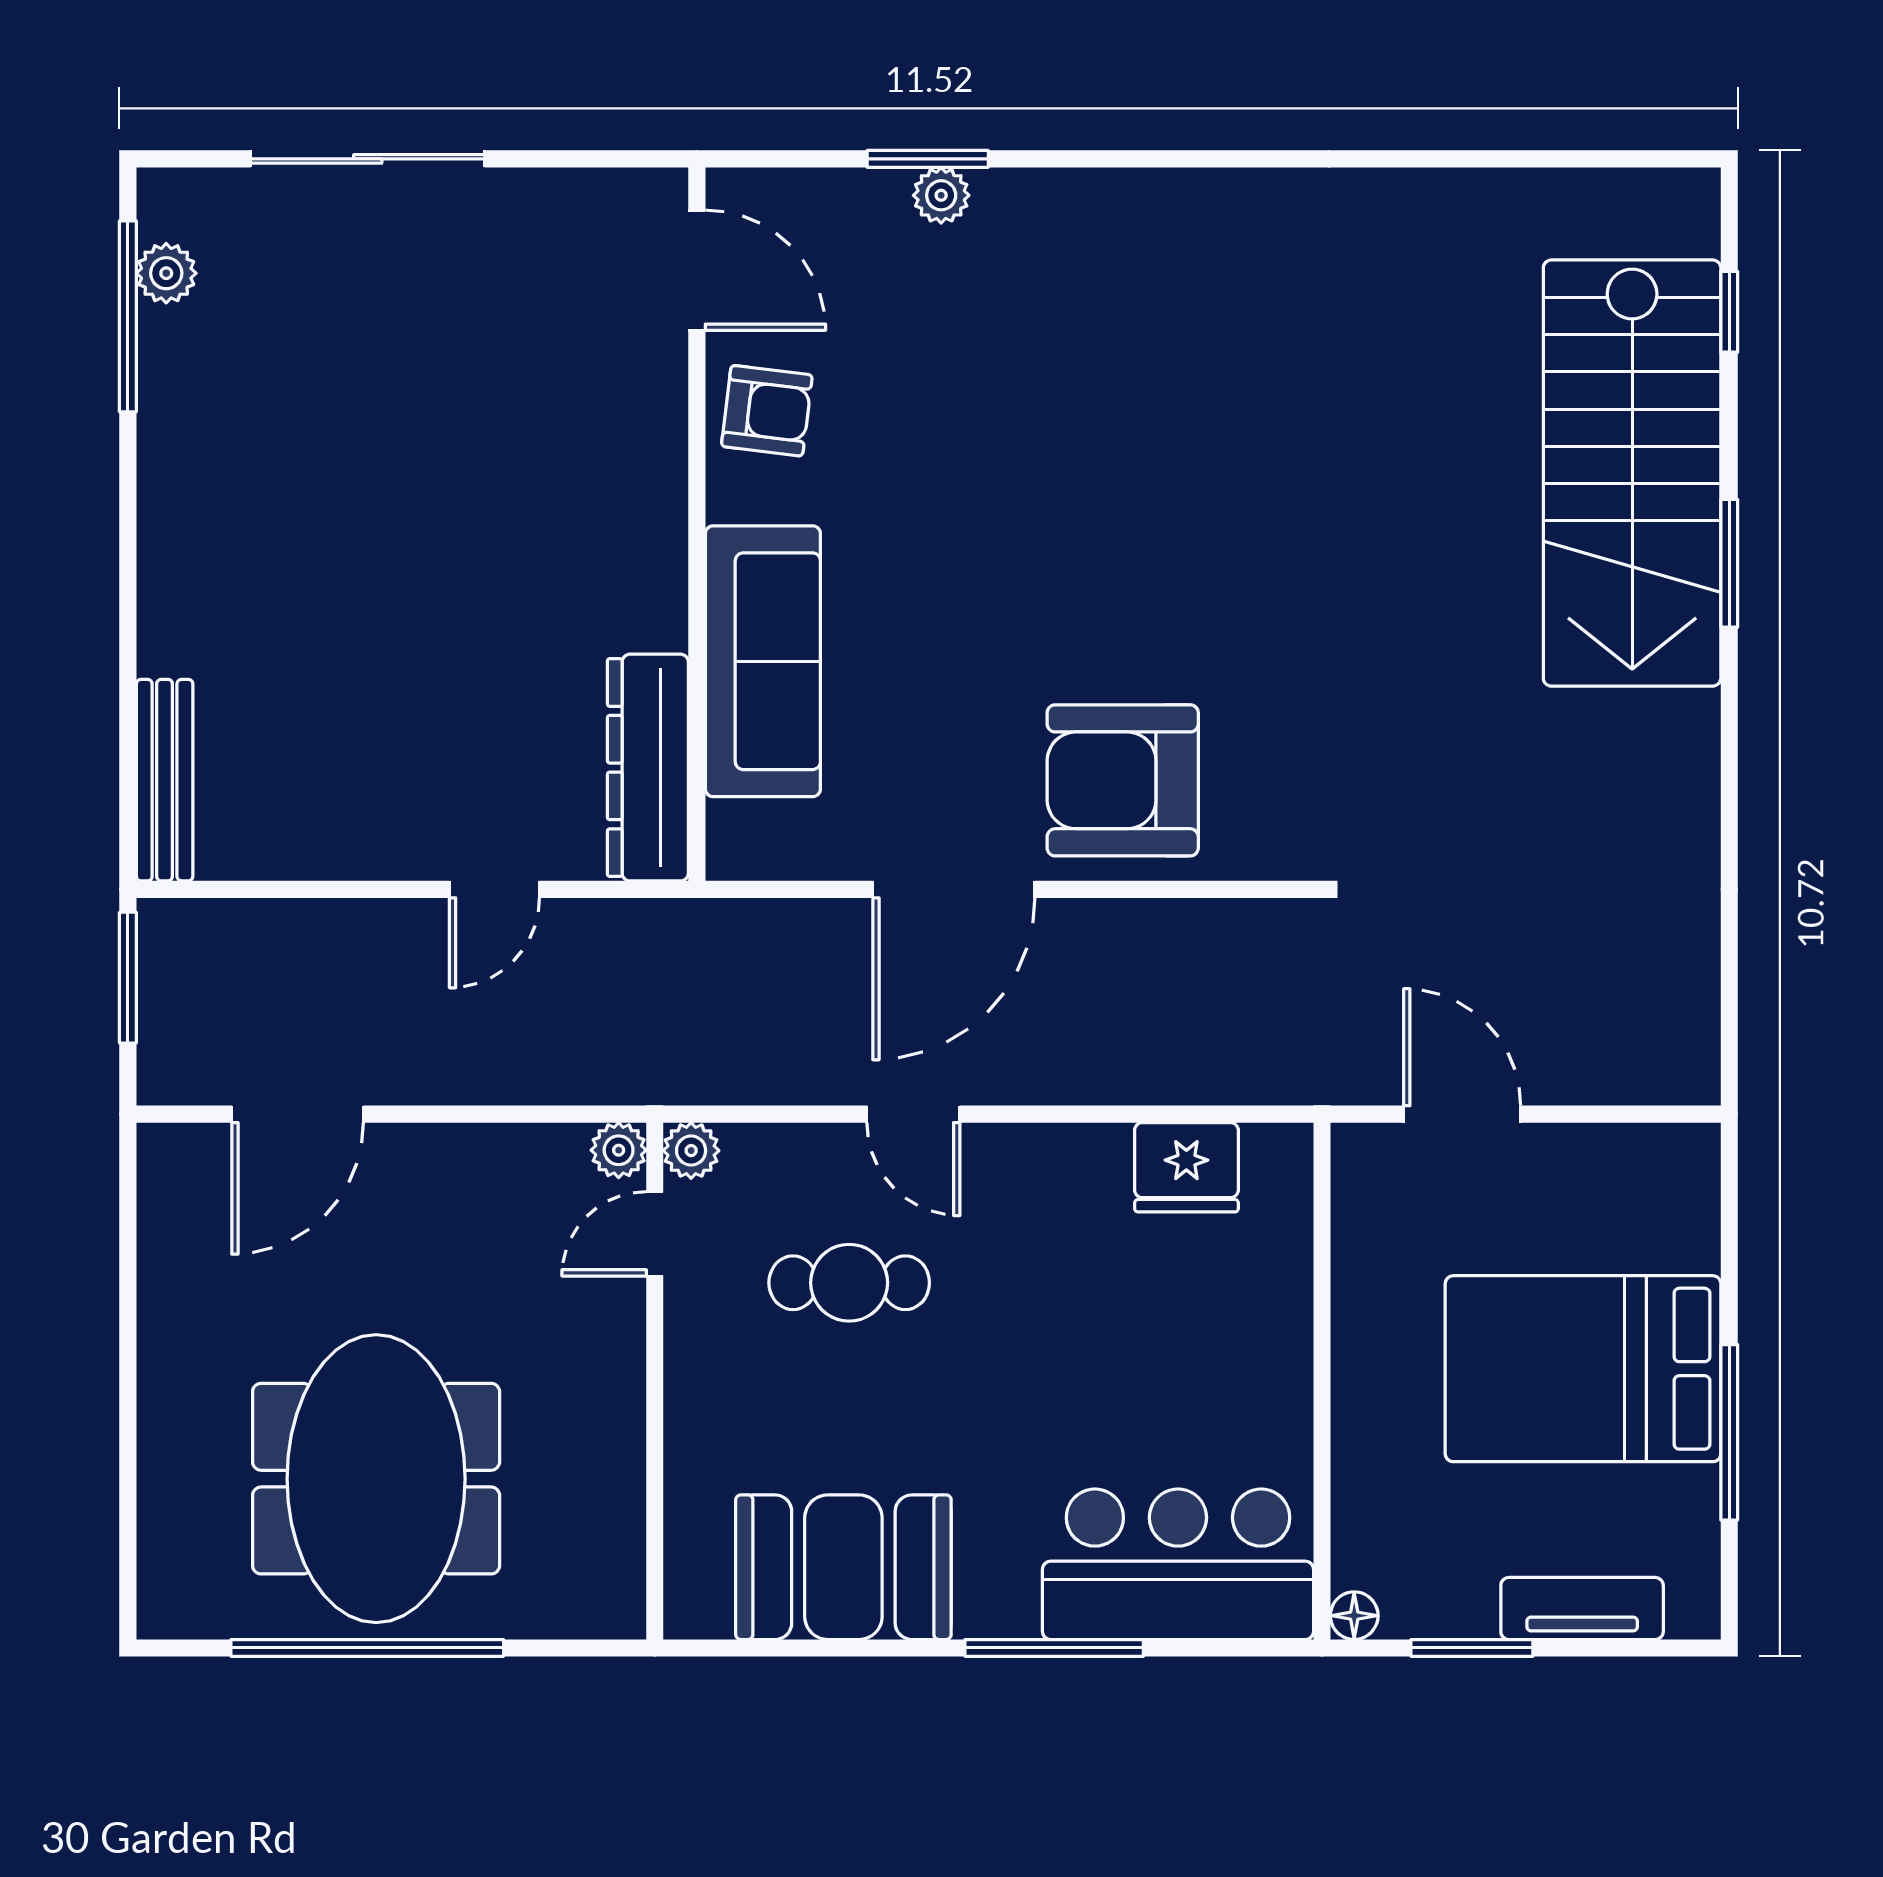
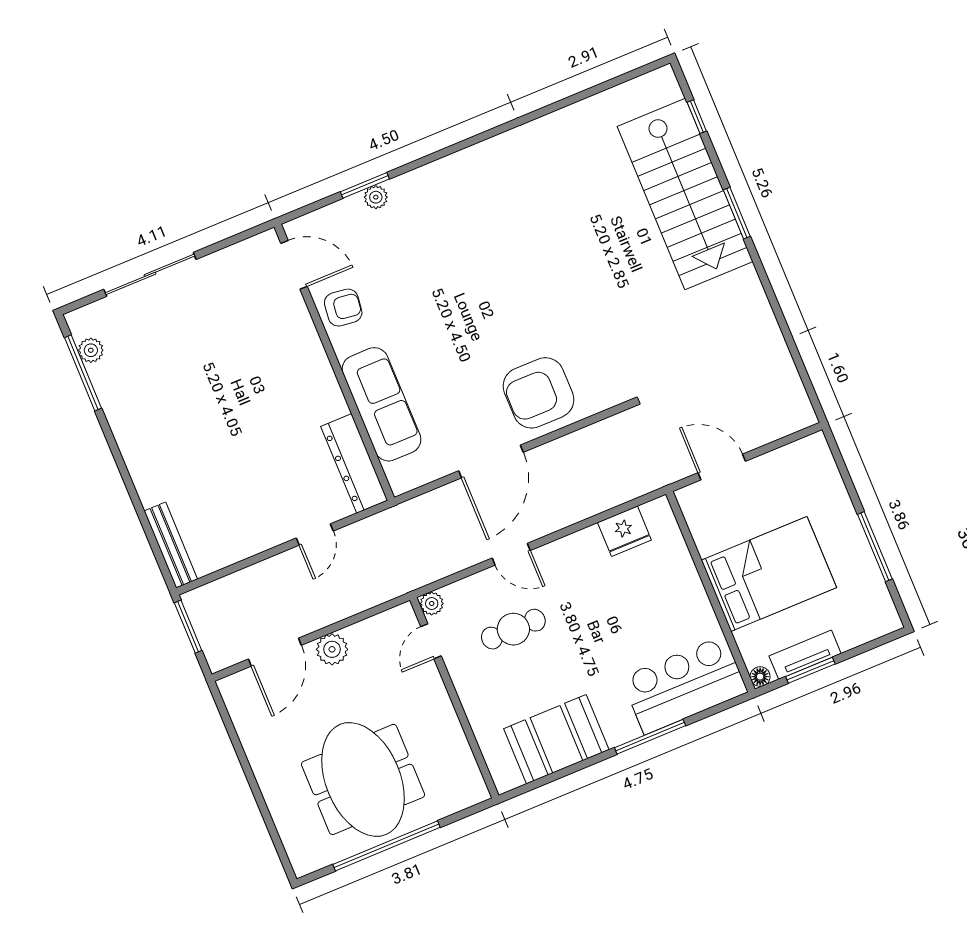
plant: (619, 1150) -> (332, 649), moved, width x1.38, depth x1.38
bed: (1583, 1369) -> (769, 574), moved, turned 180
tv unit: (1582, 1608) -> (805, 655), moved

